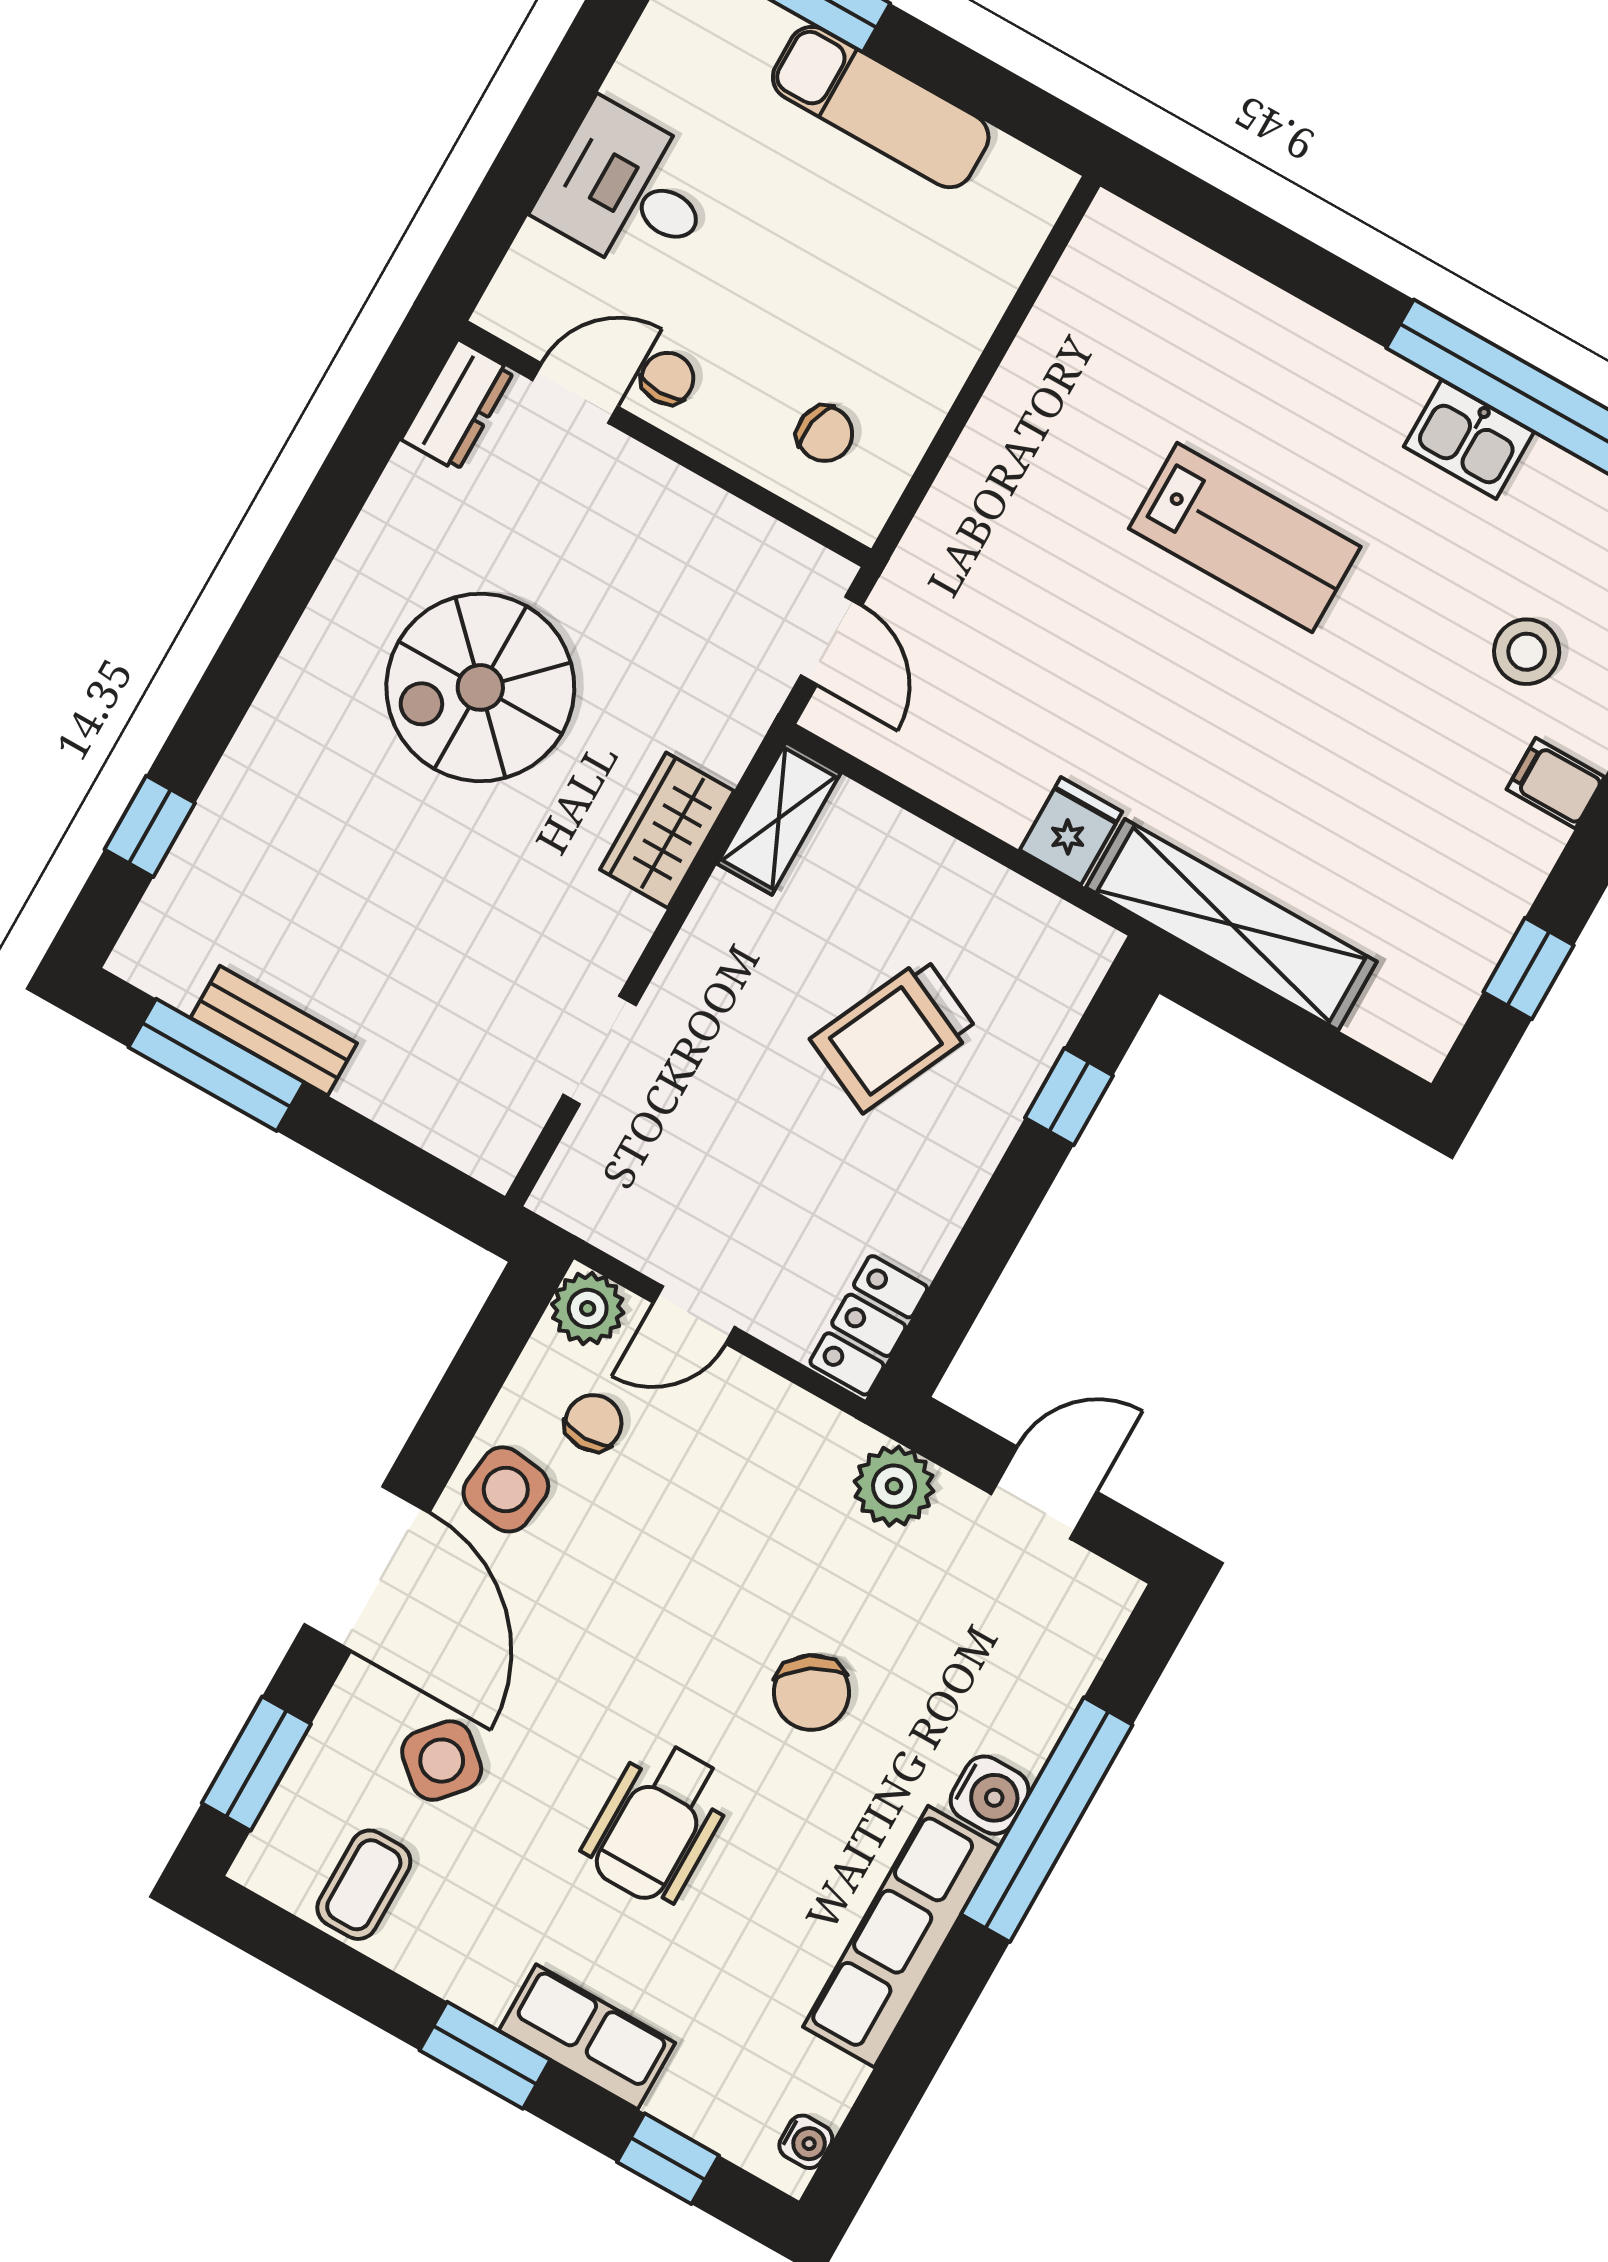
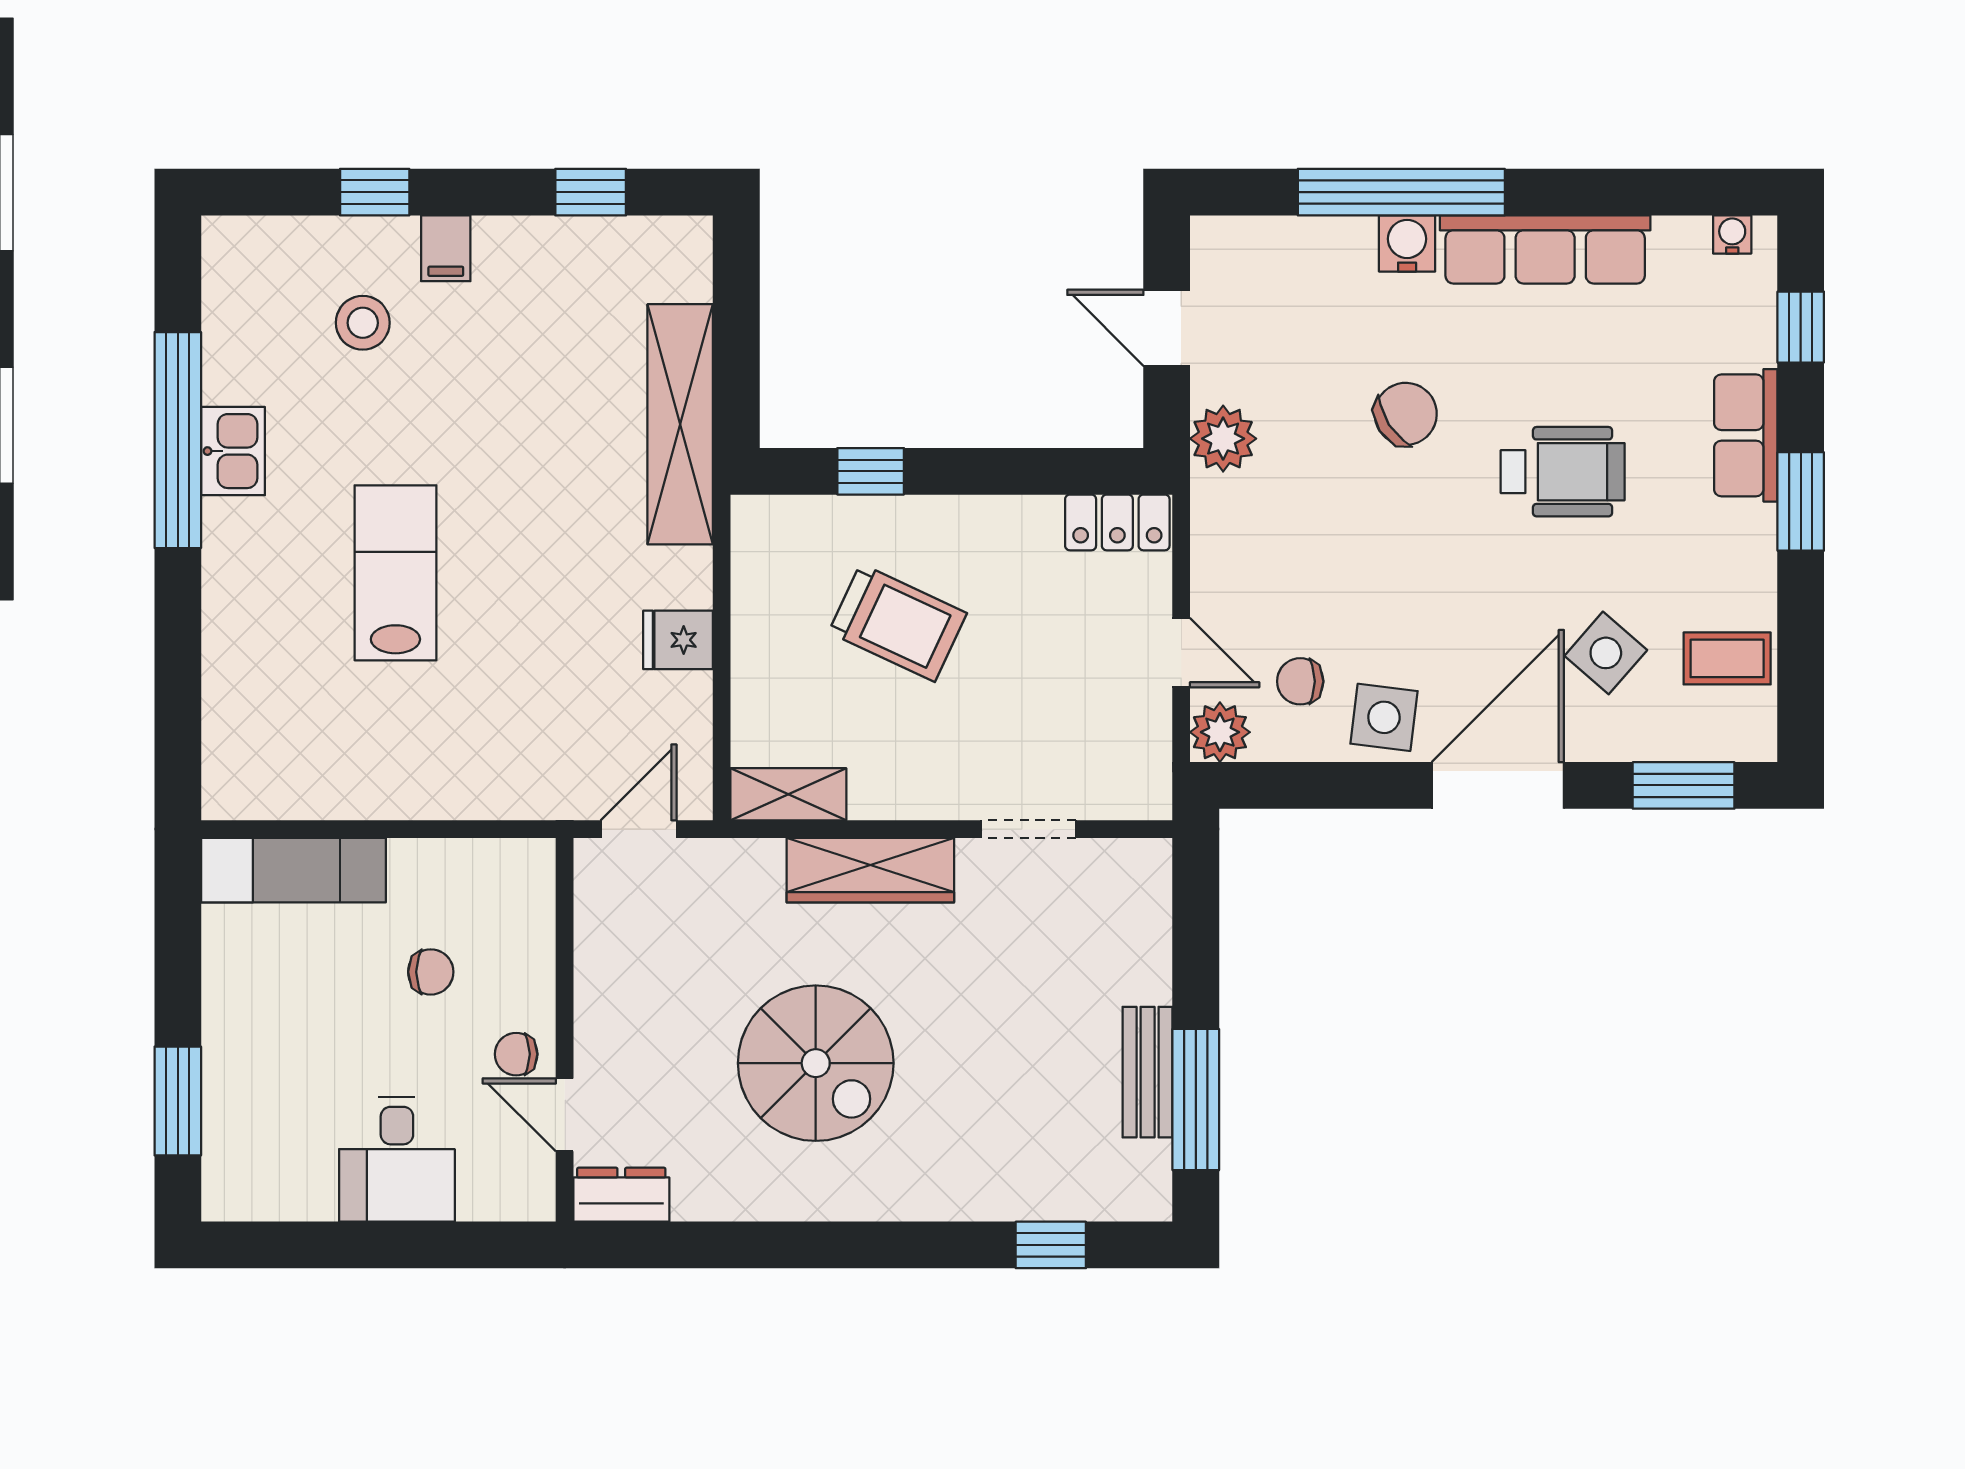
exam couch: (881, 107) -> (293, 870), moved, turned 90
chair: (825, 434) -> (431, 972), moved, turned 79
wardrobe: (667, 830) -> (870, 870), width x1.50
fridge: (1071, 831) -> (678, 640), moved

